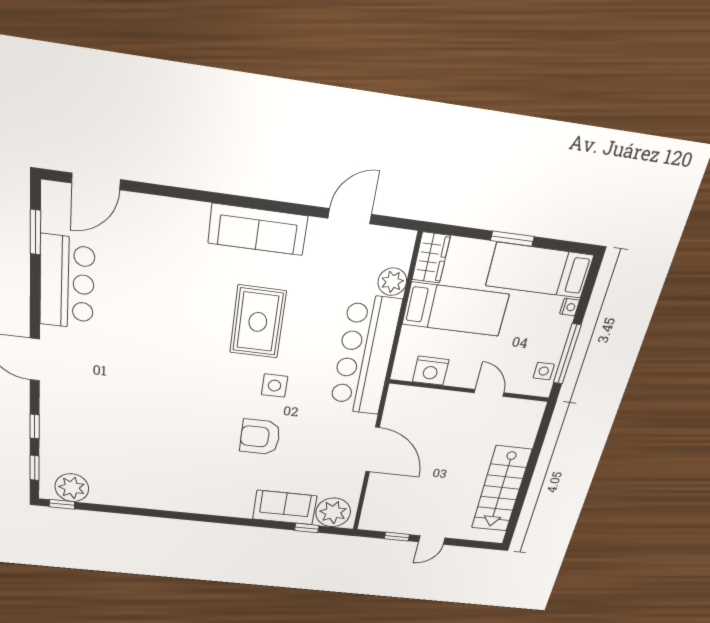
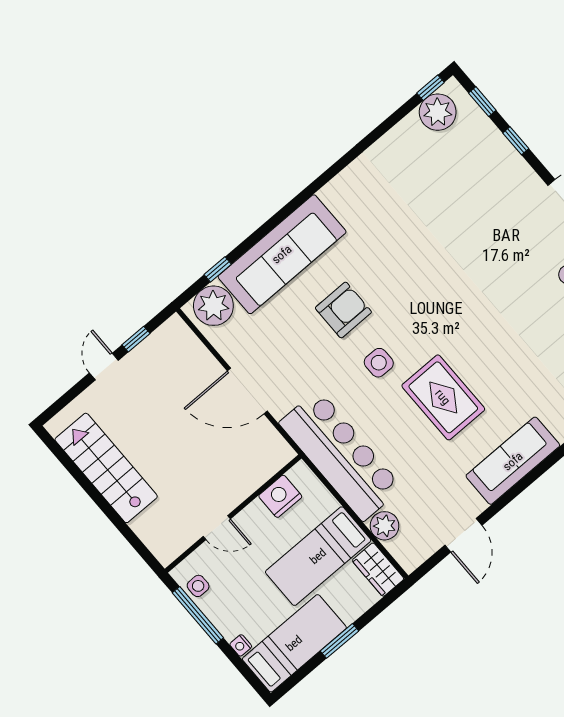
sofa: (285, 508) -> (282, 254), width x1.85, depth x1.27

